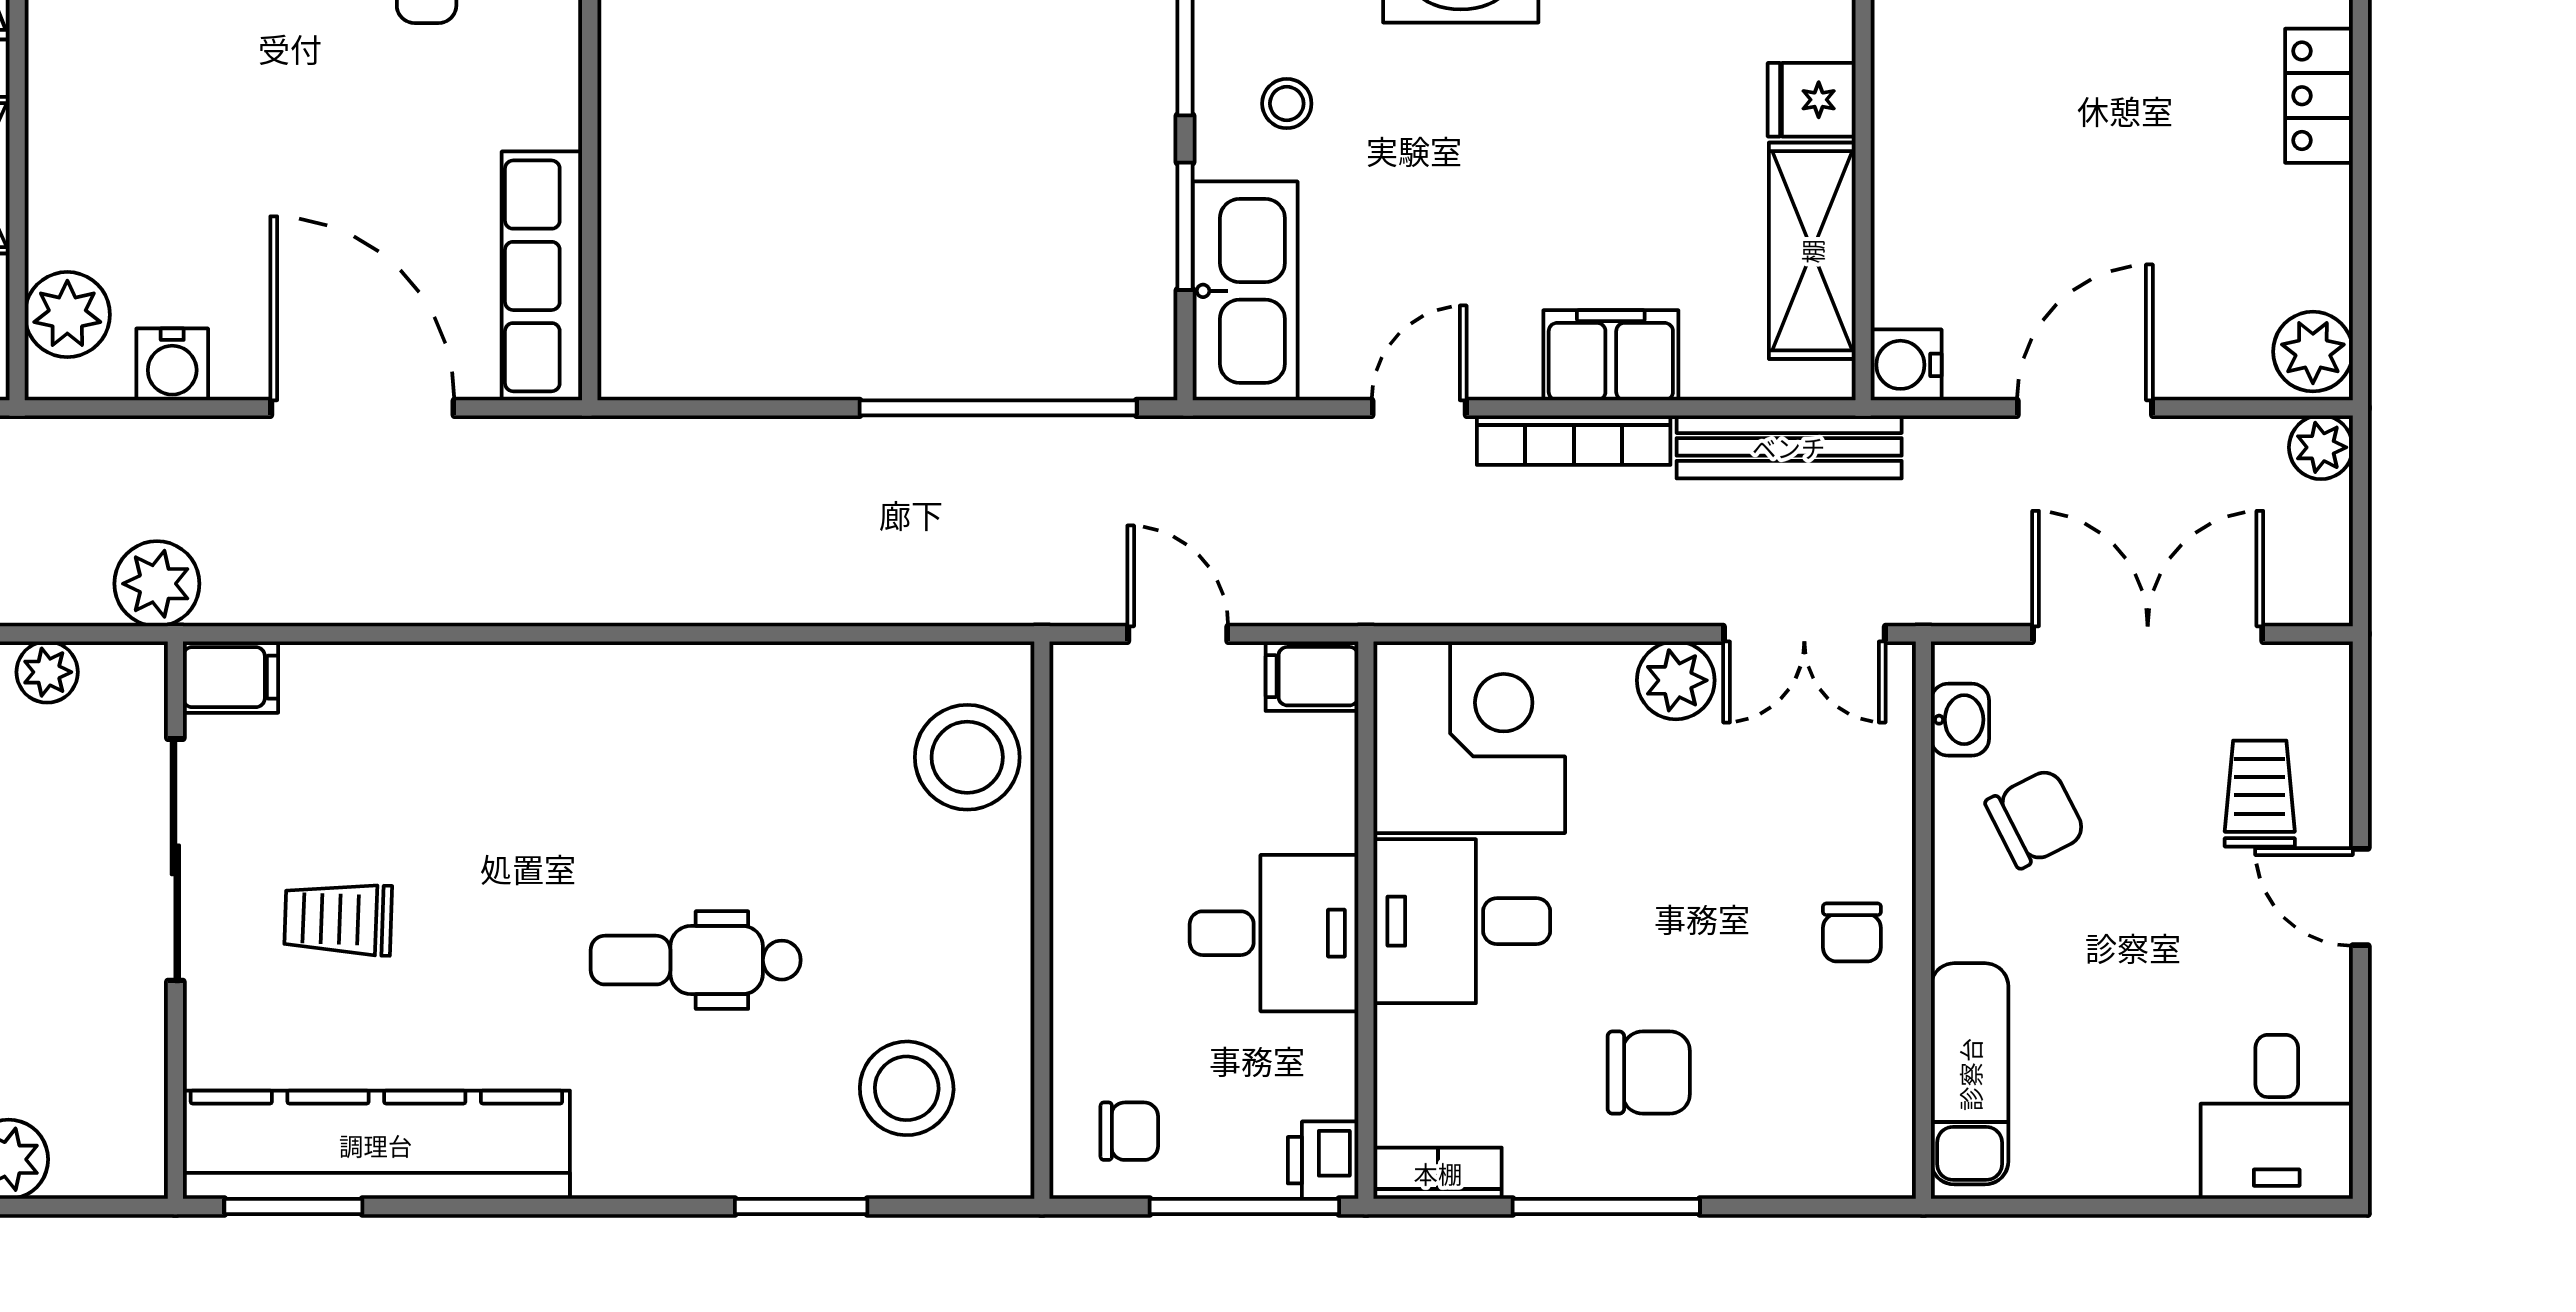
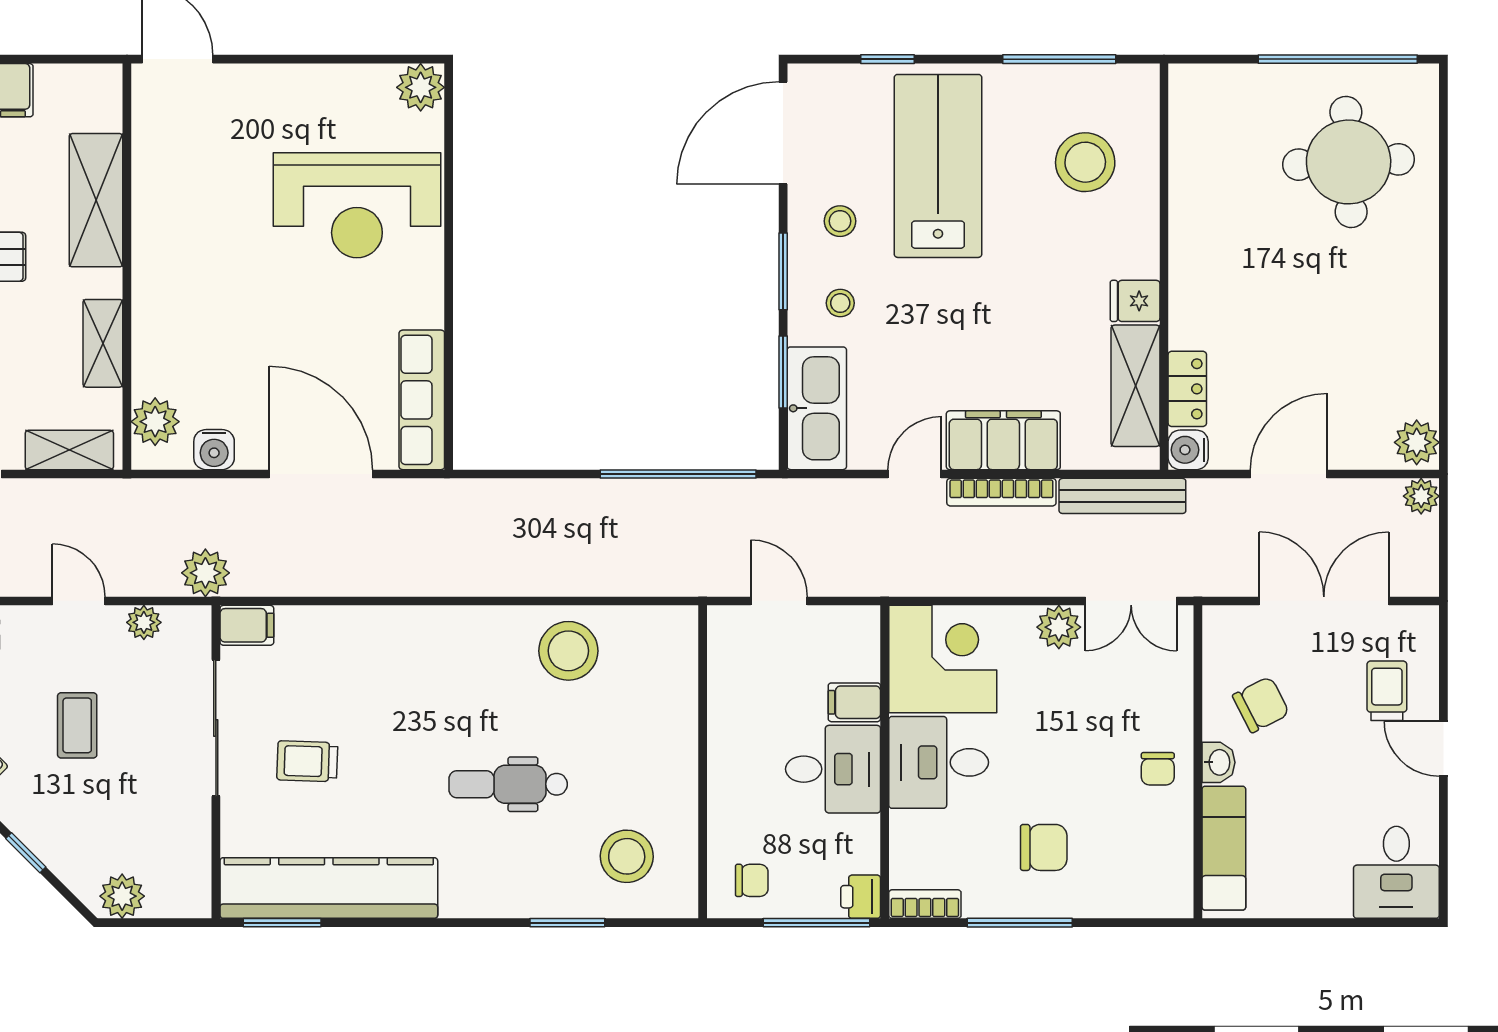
locker: (2319, 96) -> (1187, 389), moved, turned 180
filing cabinet: (1611, 355) -> (1003, 440), width x1.50, depth x1.17
filing cabinet: (1312, 676) -> (854, 702), moved
washbasin: (1960, 720) -> (1218, 762), moved
stool: (967, 757) -> (568, 651), moved

